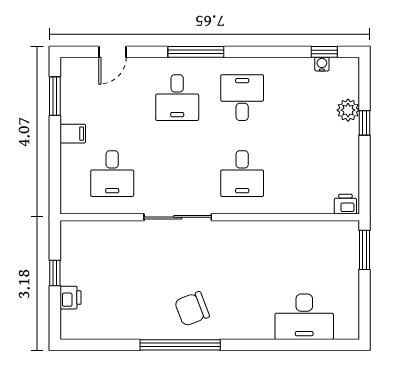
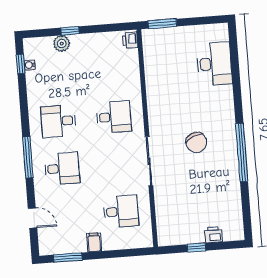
chair: (192, 309) -> (196, 142), moved

